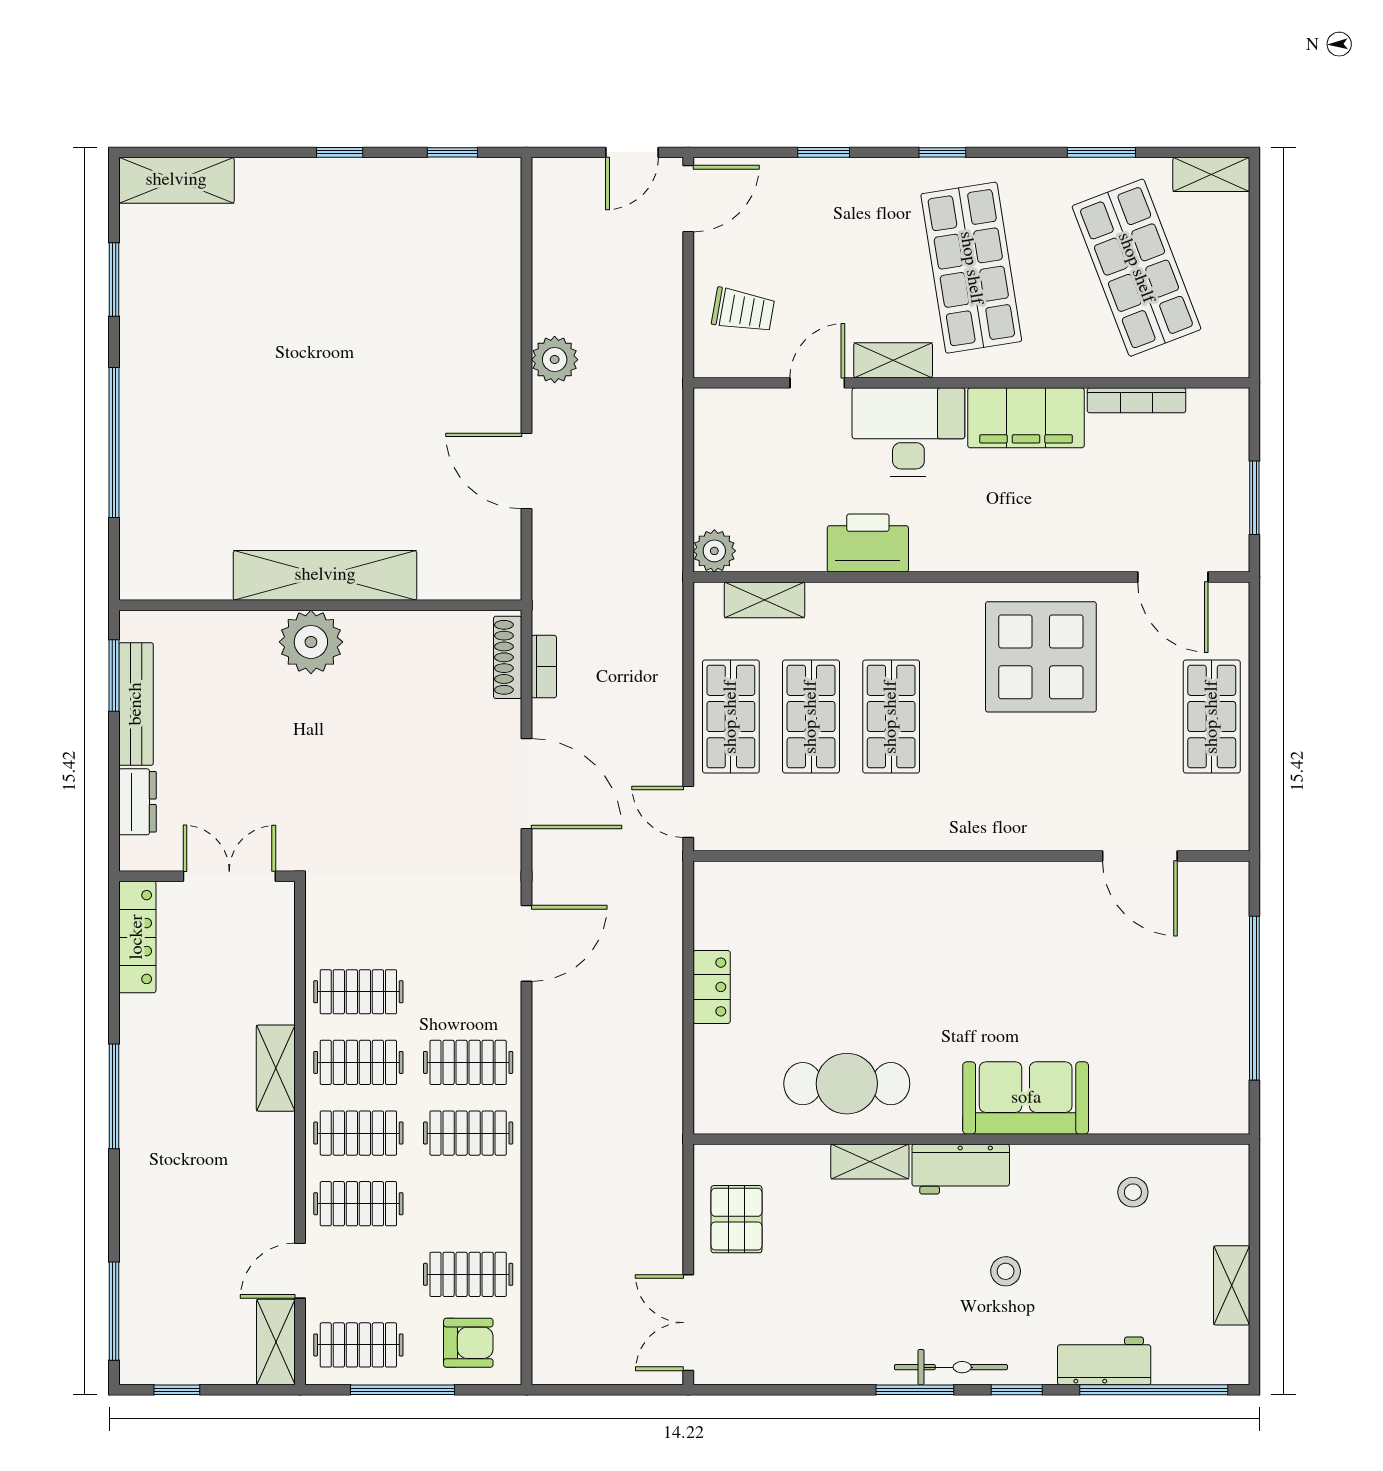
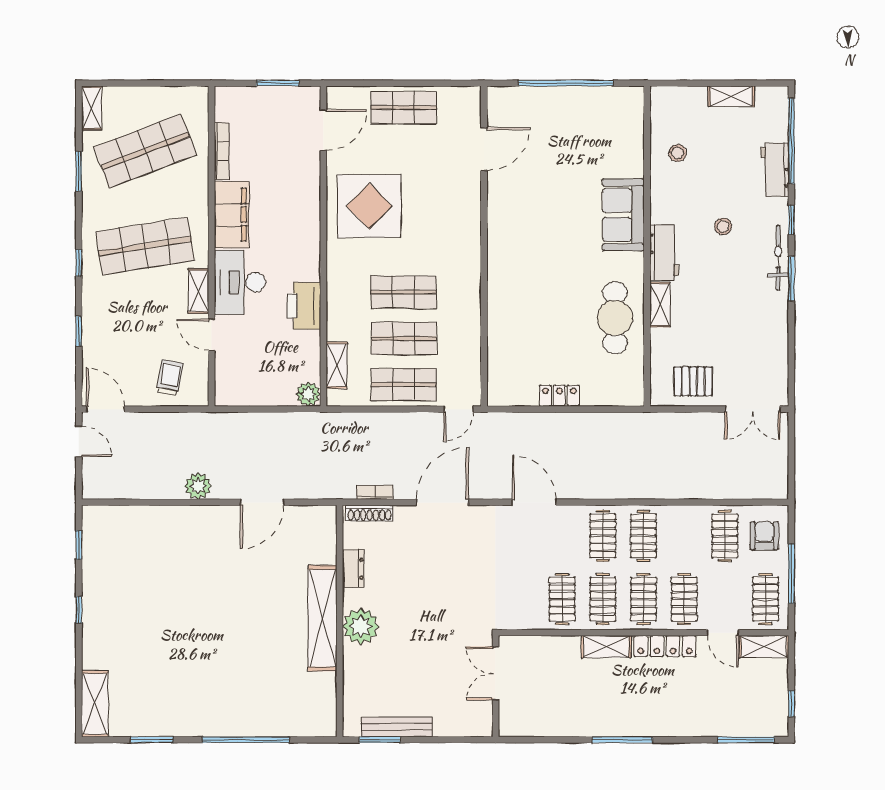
dresser: (137, 802) -> (353, 569), moved, turned 90
locker: (137, 937) -> (665, 646), moved, turned 180

